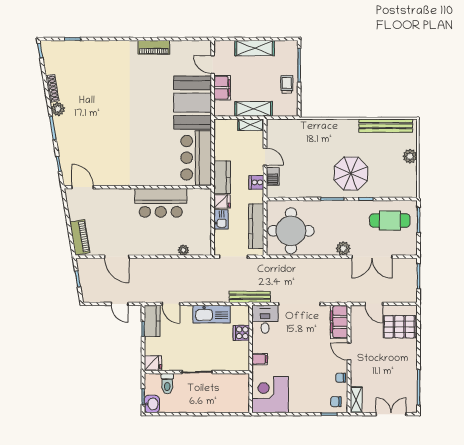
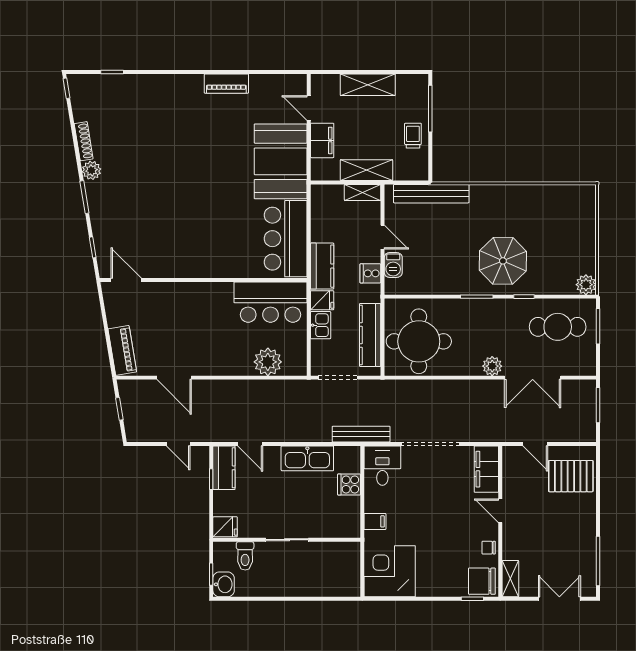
bench: (386, 126) -> (431, 194), moved
plant: (410, 156) -> (586, 285), moved
bar counter: (161, 203) -> (271, 302), moved
plant: (183, 250) -> (268, 362), width x1.88, depth x1.88
chair: (336, 402) -> (482, 581), width x1.87, depth x1.87

